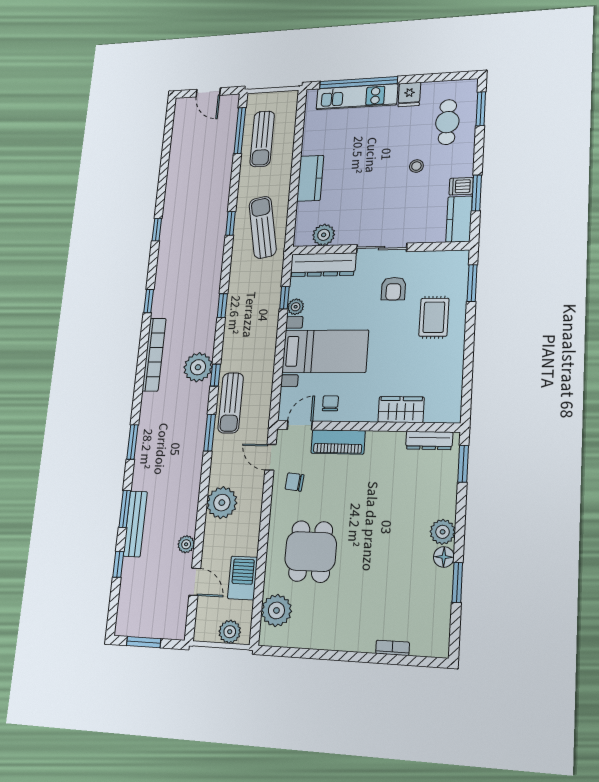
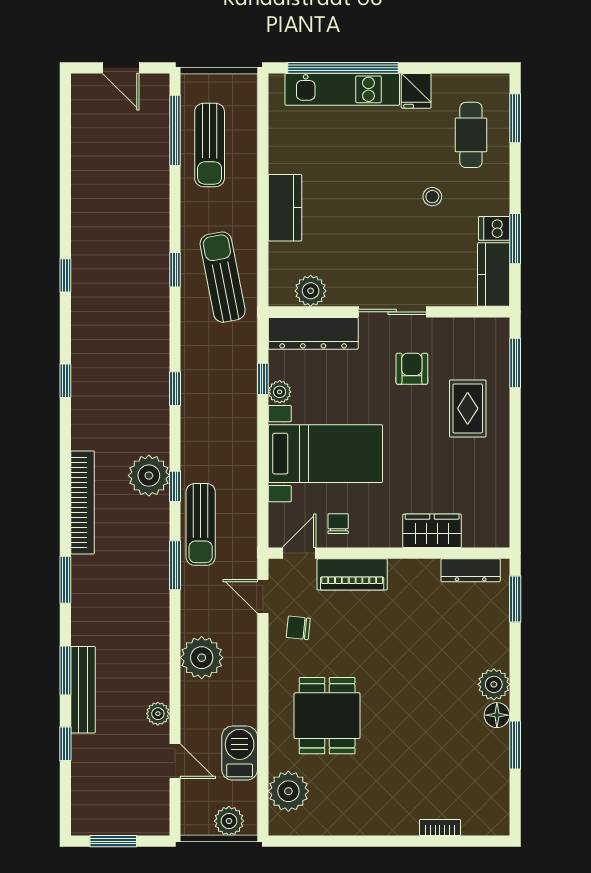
armchair: (393, 289) -> (412, 369), turned 180
bookcase: (154, 355) -> (83, 502), moved

